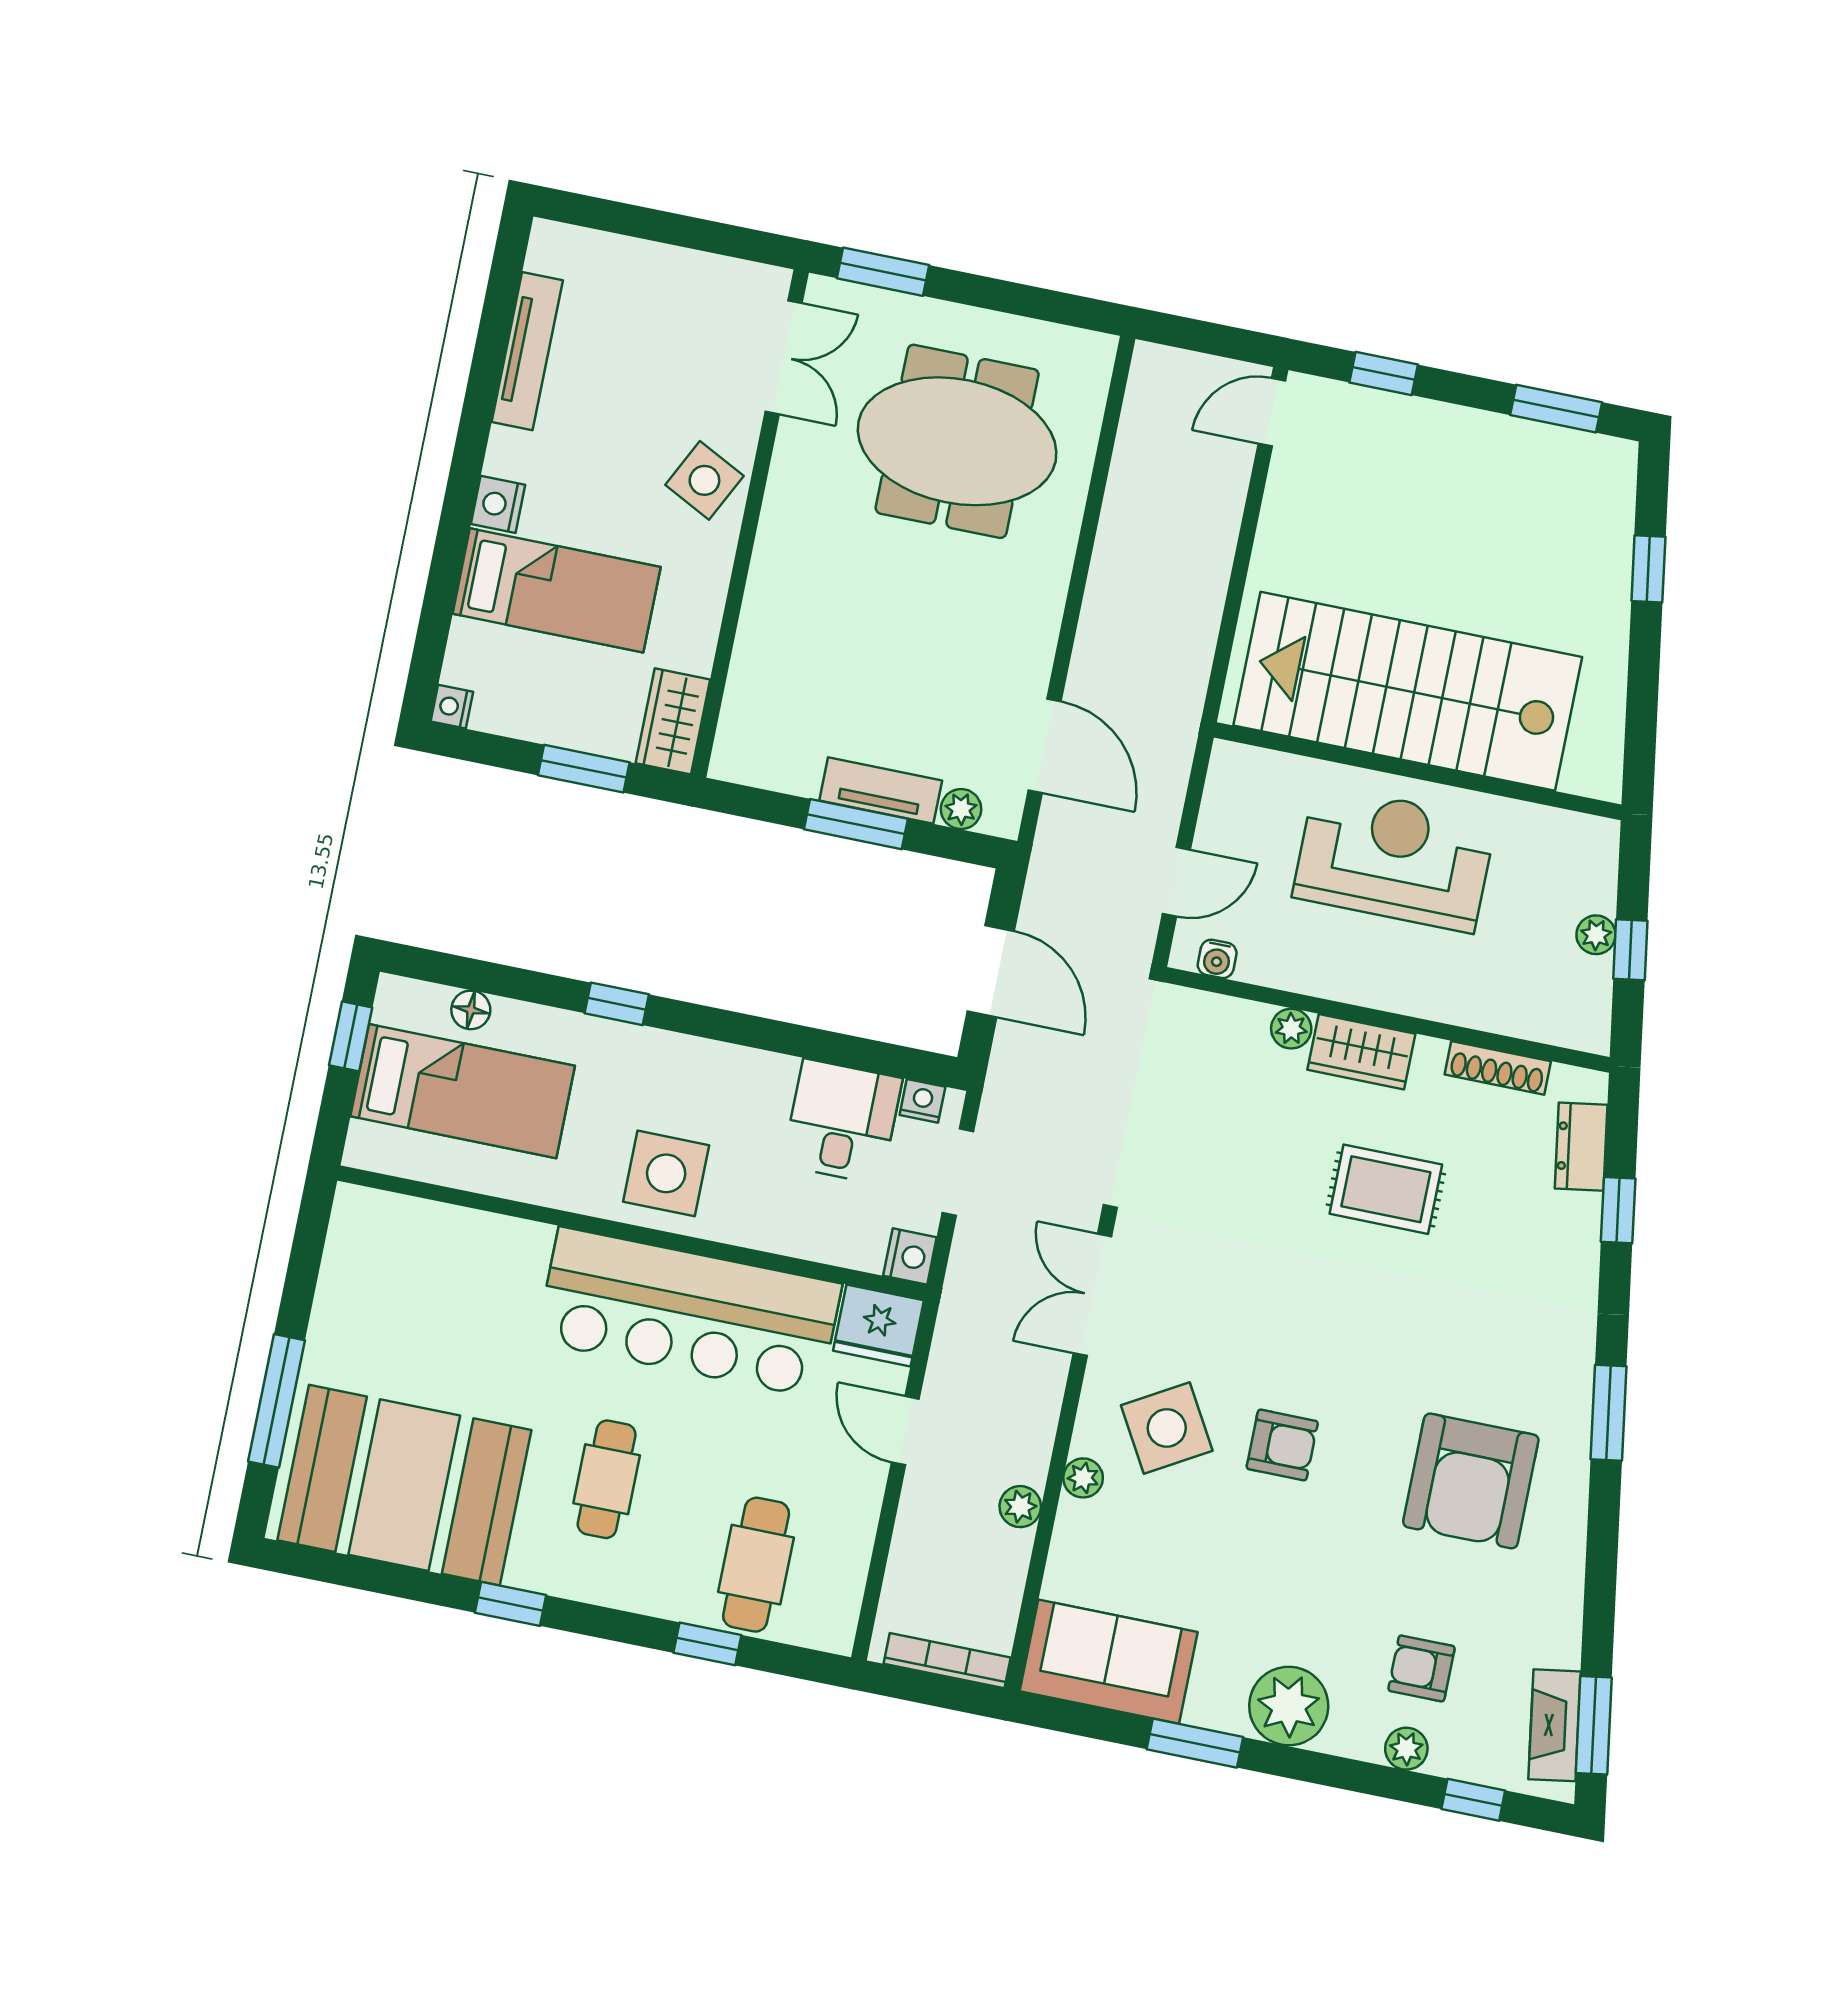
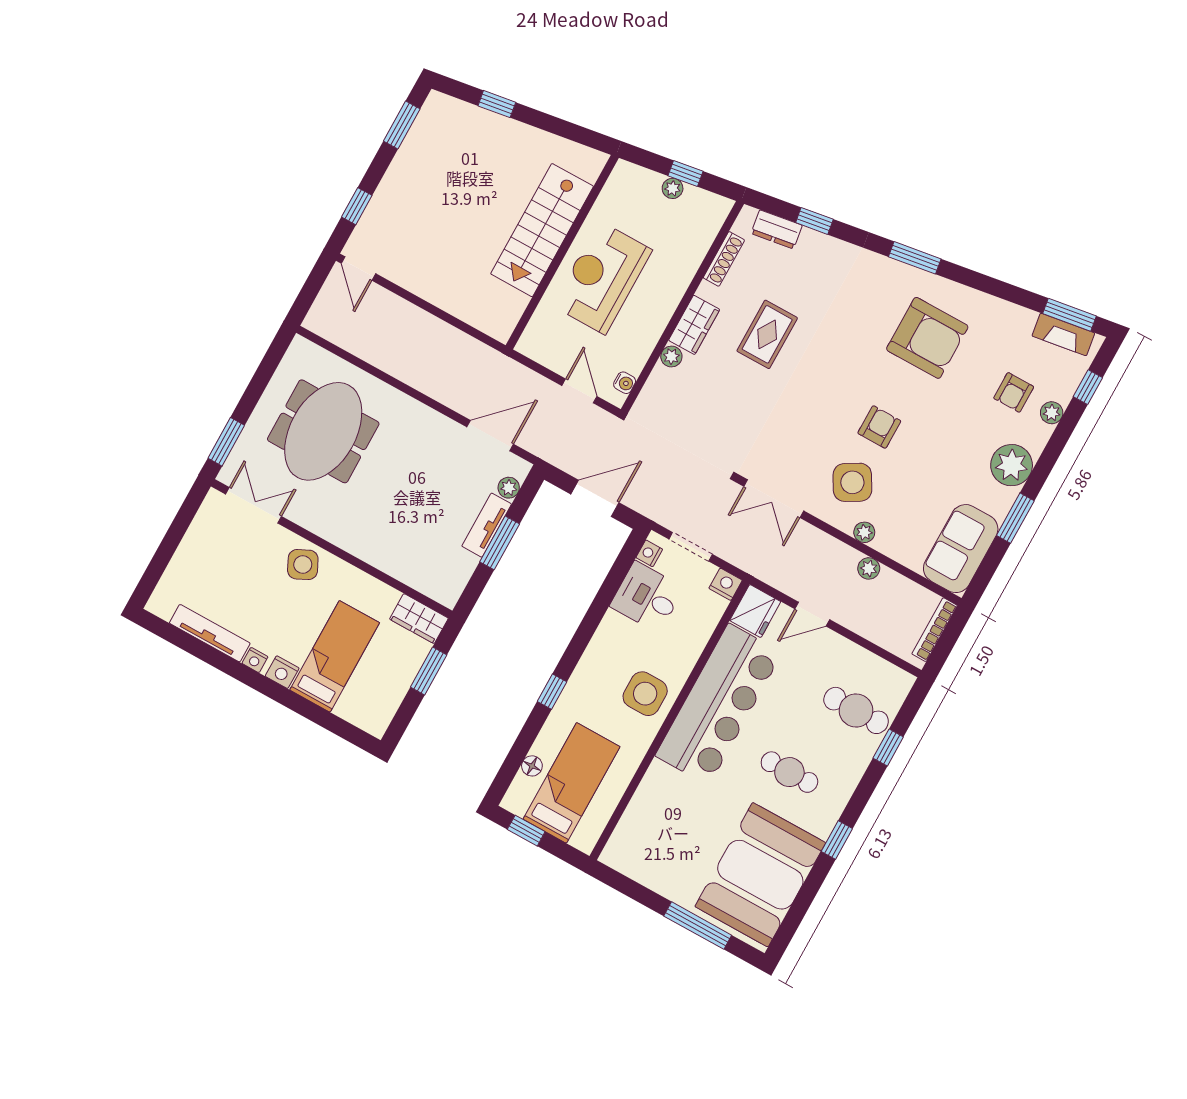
side table: (704, 480) -> (303, 565), turned 37
stairs: (1408, 691) -> (542, 230), width x0.73, depth x0.66
nightstand: (452, 707) -> (255, 660), moved

